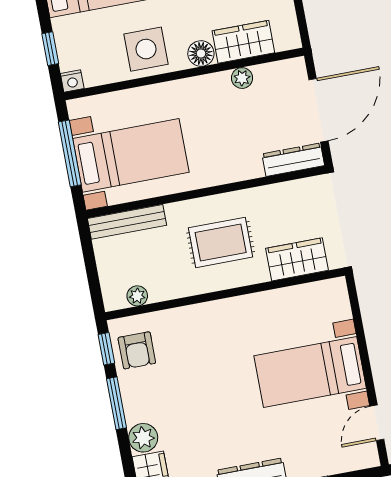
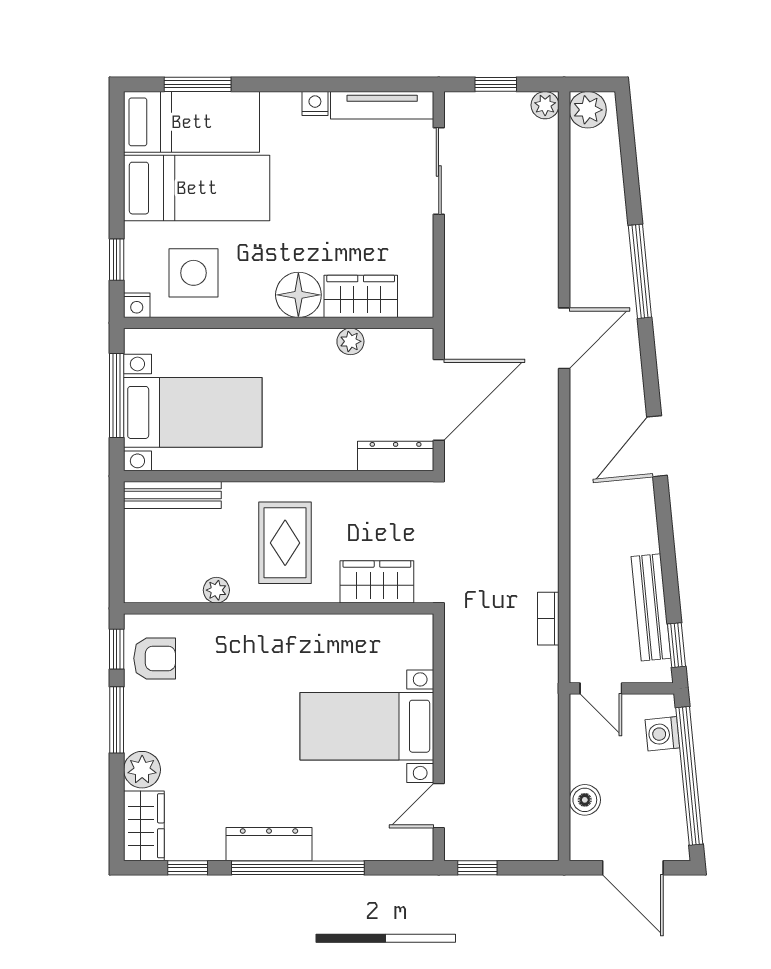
side table: (146, 49) -> (194, 273), moved
floor lamp: (201, 54) -> (298, 295), width x1.38, depth x1.38
rug: (221, 242) -> (285, 543), turned 90
plant: (137, 296) -> (216, 590), moved
armchair: (137, 350) -> (155, 658), turned -90

